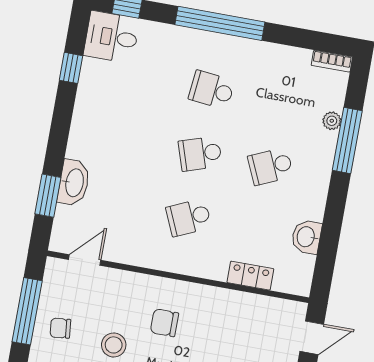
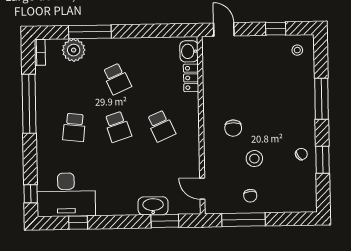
window: (220, 23) -> (29, 104), moved
desk: (112, 37) -> (66, 195), width x1.87, depth x1.30
plant: (332, 121) -> (74, 50), width x1.88, depth x1.88
washbasin: (307, 237) -> (189, 51), moved, turned 90

